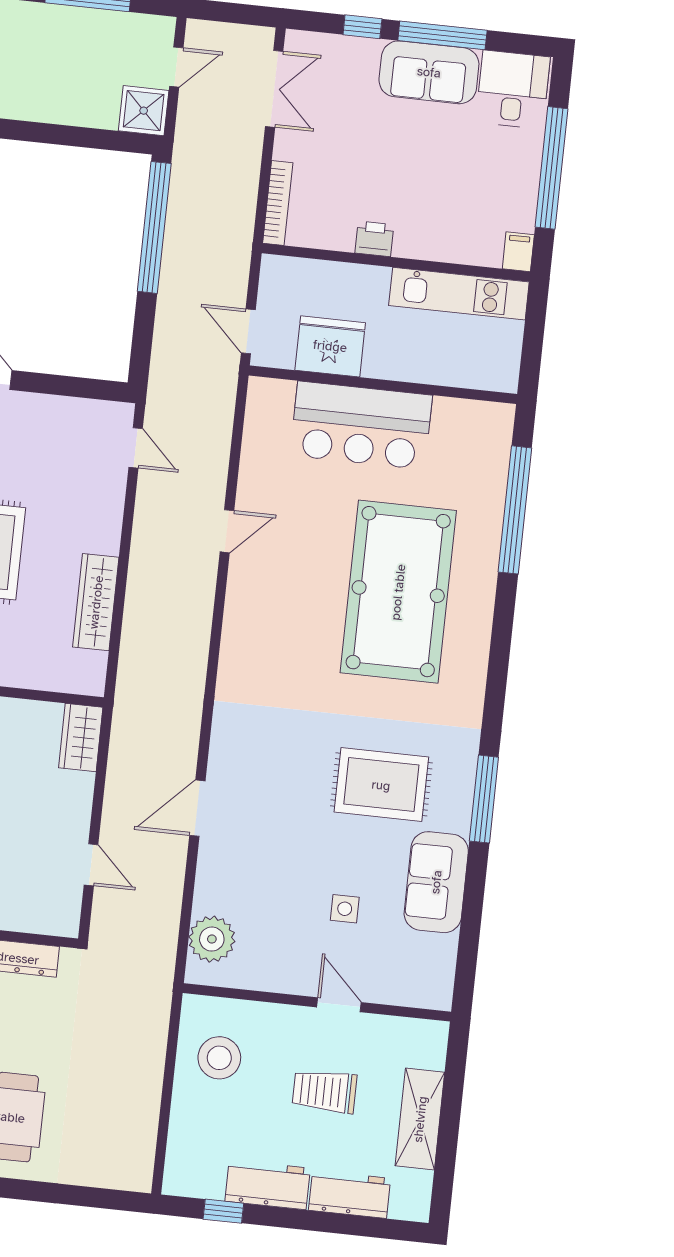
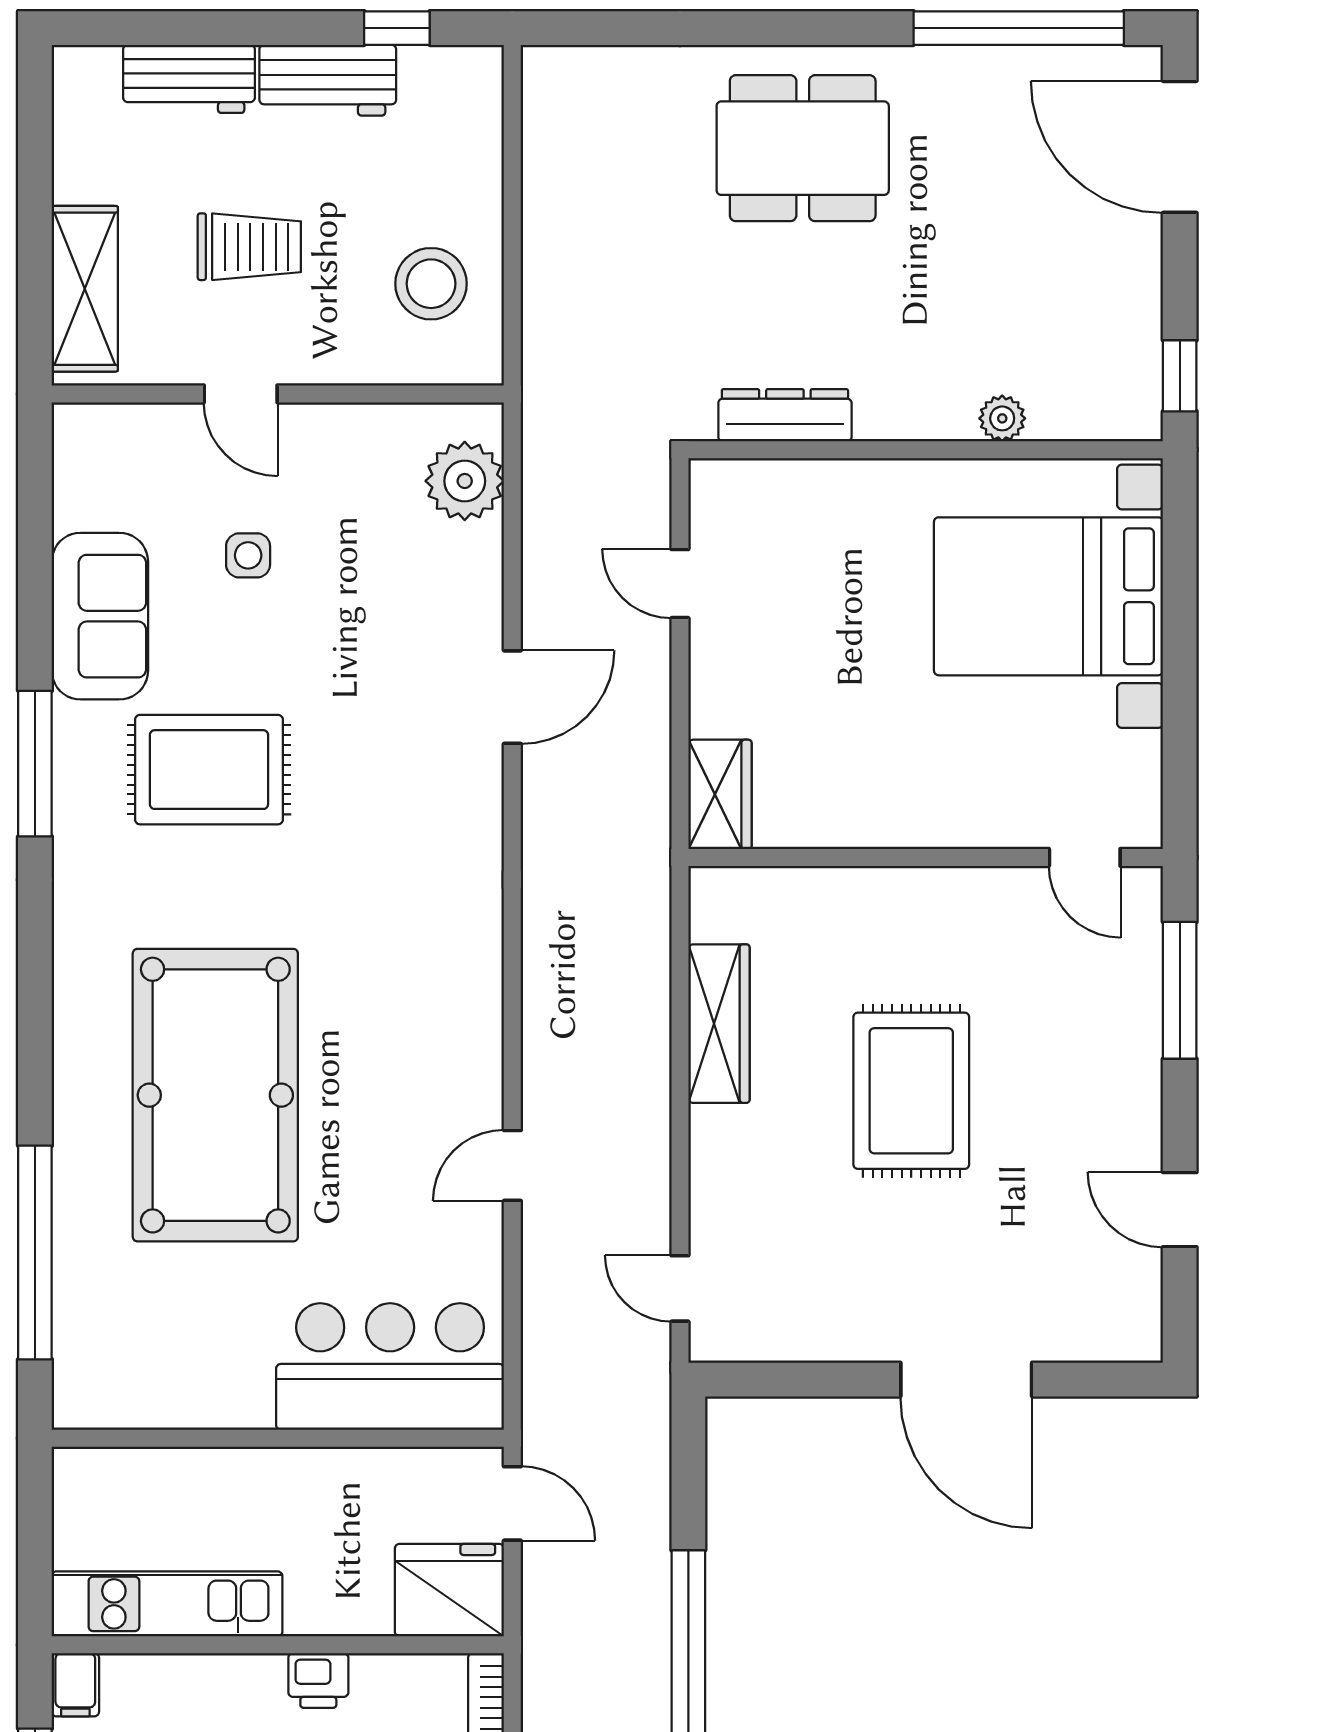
fridge: (330, 346) -> (449, 1590), moved, turned 180
bar counter: (361, 425) -> (390, 1367), moved
shelving: (420, 1119) -> (85, 289), moved

